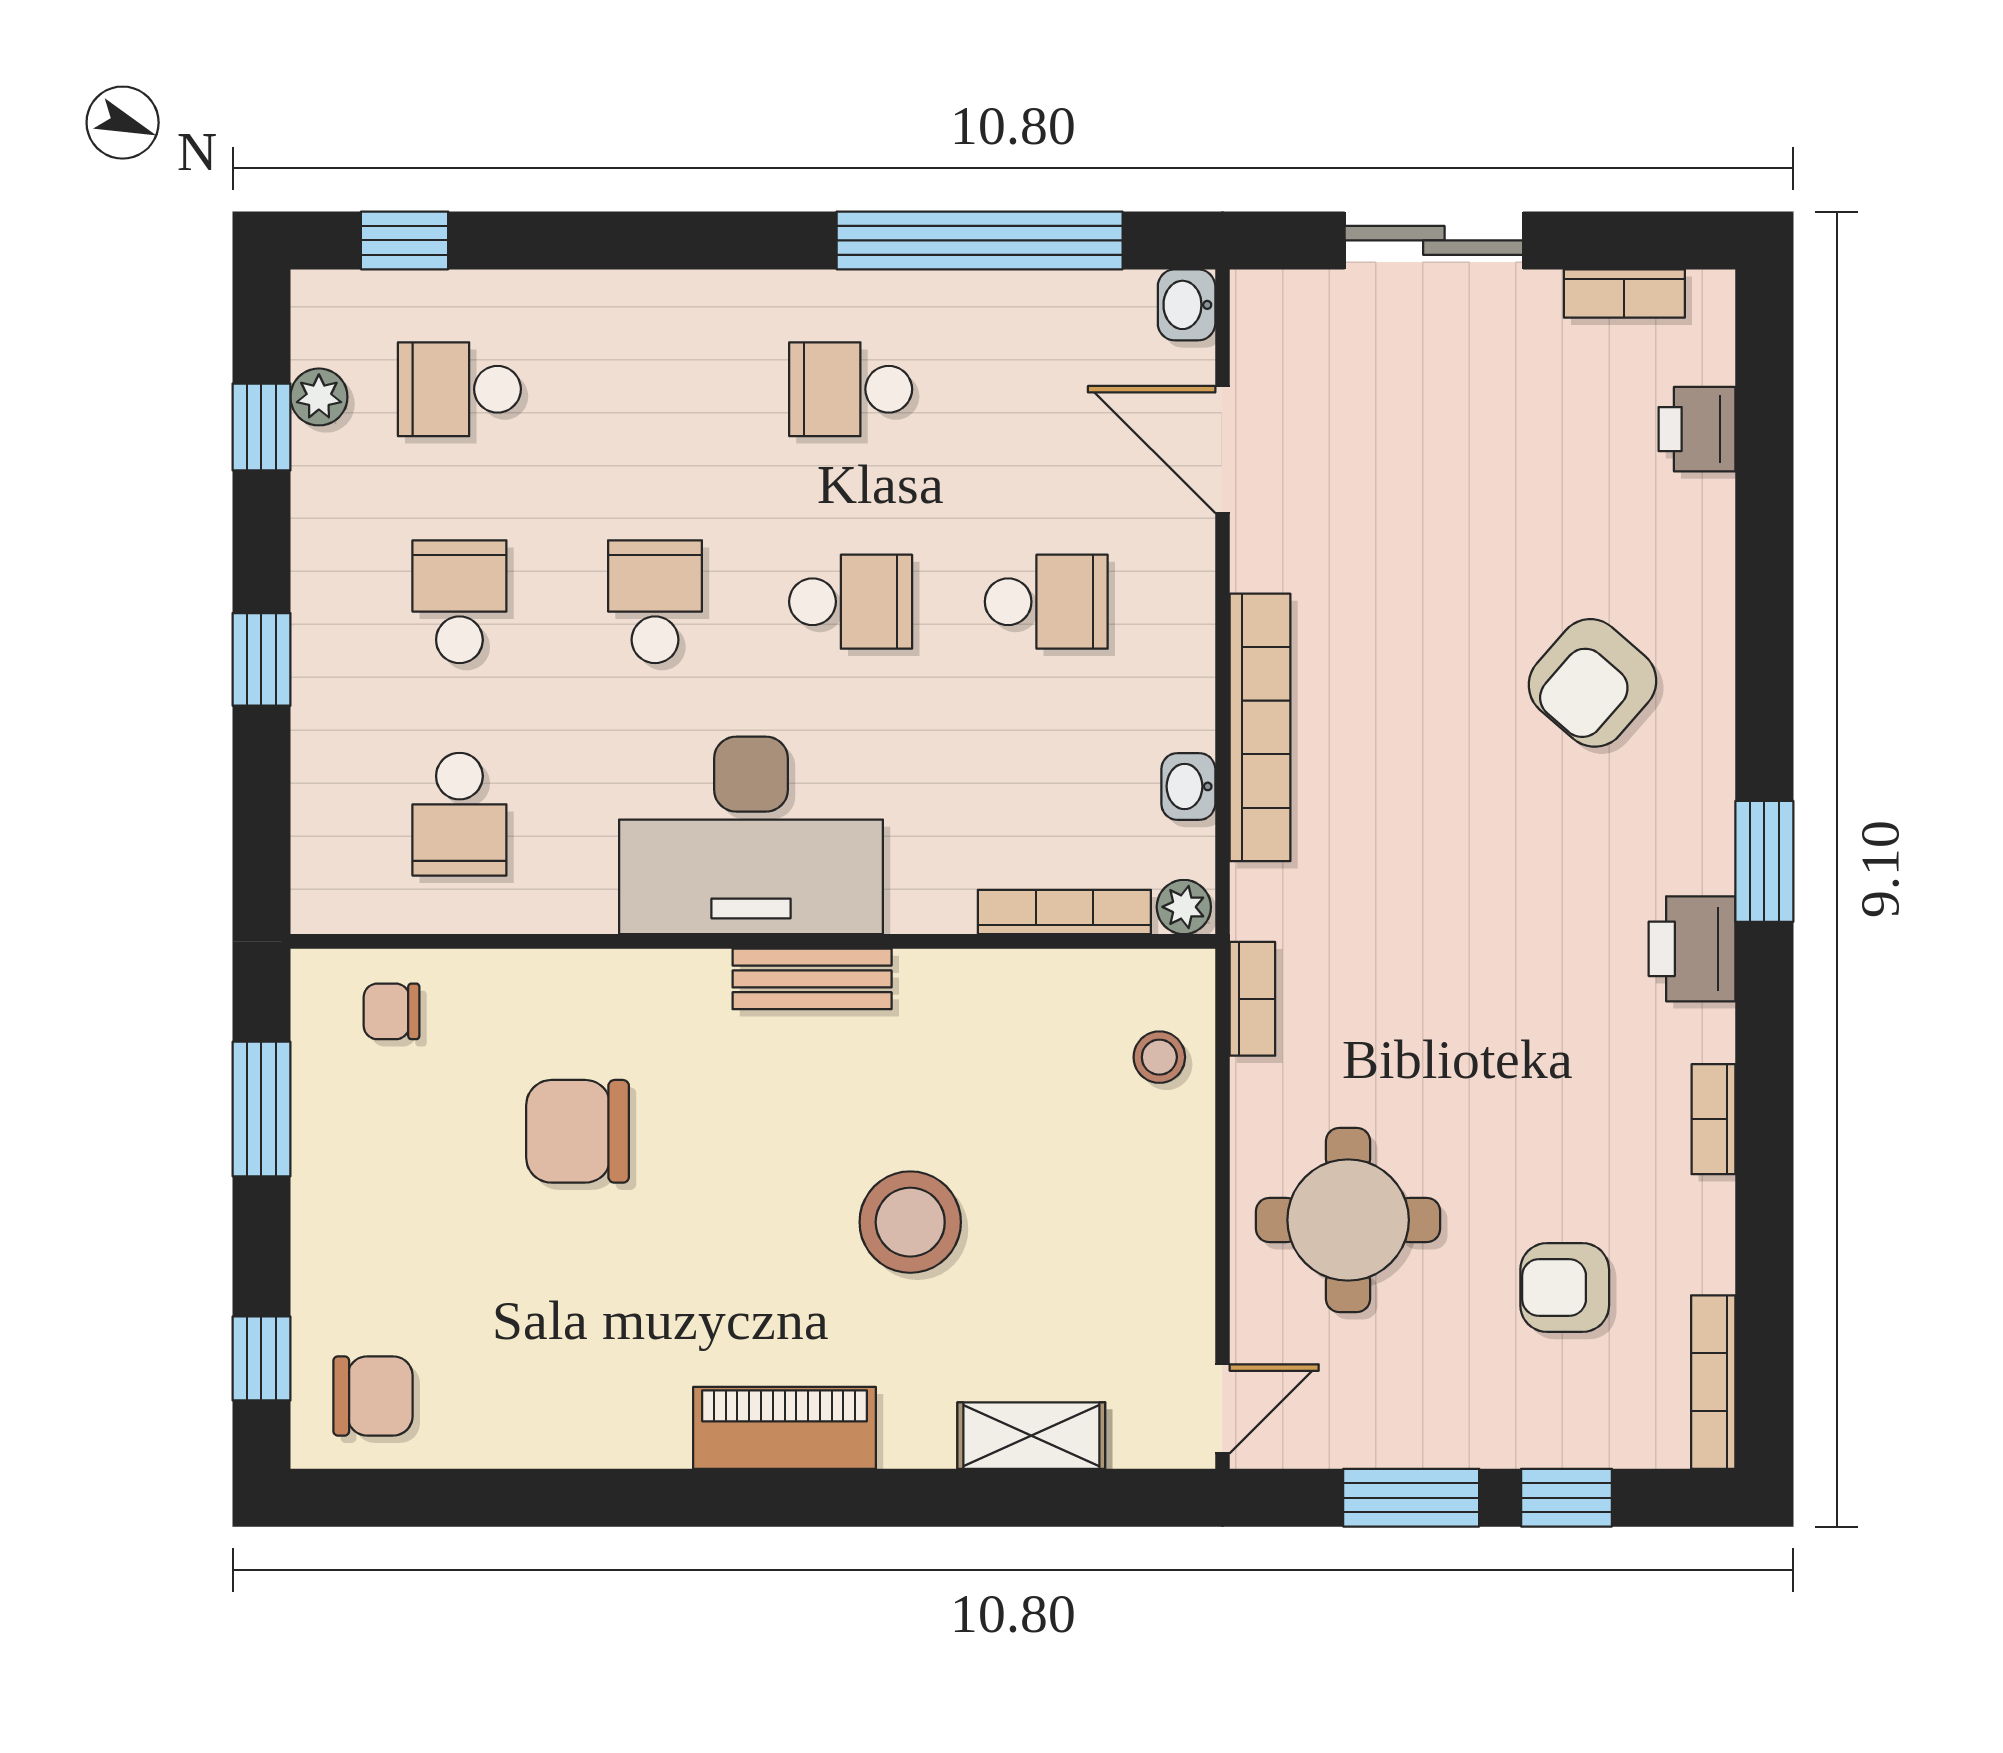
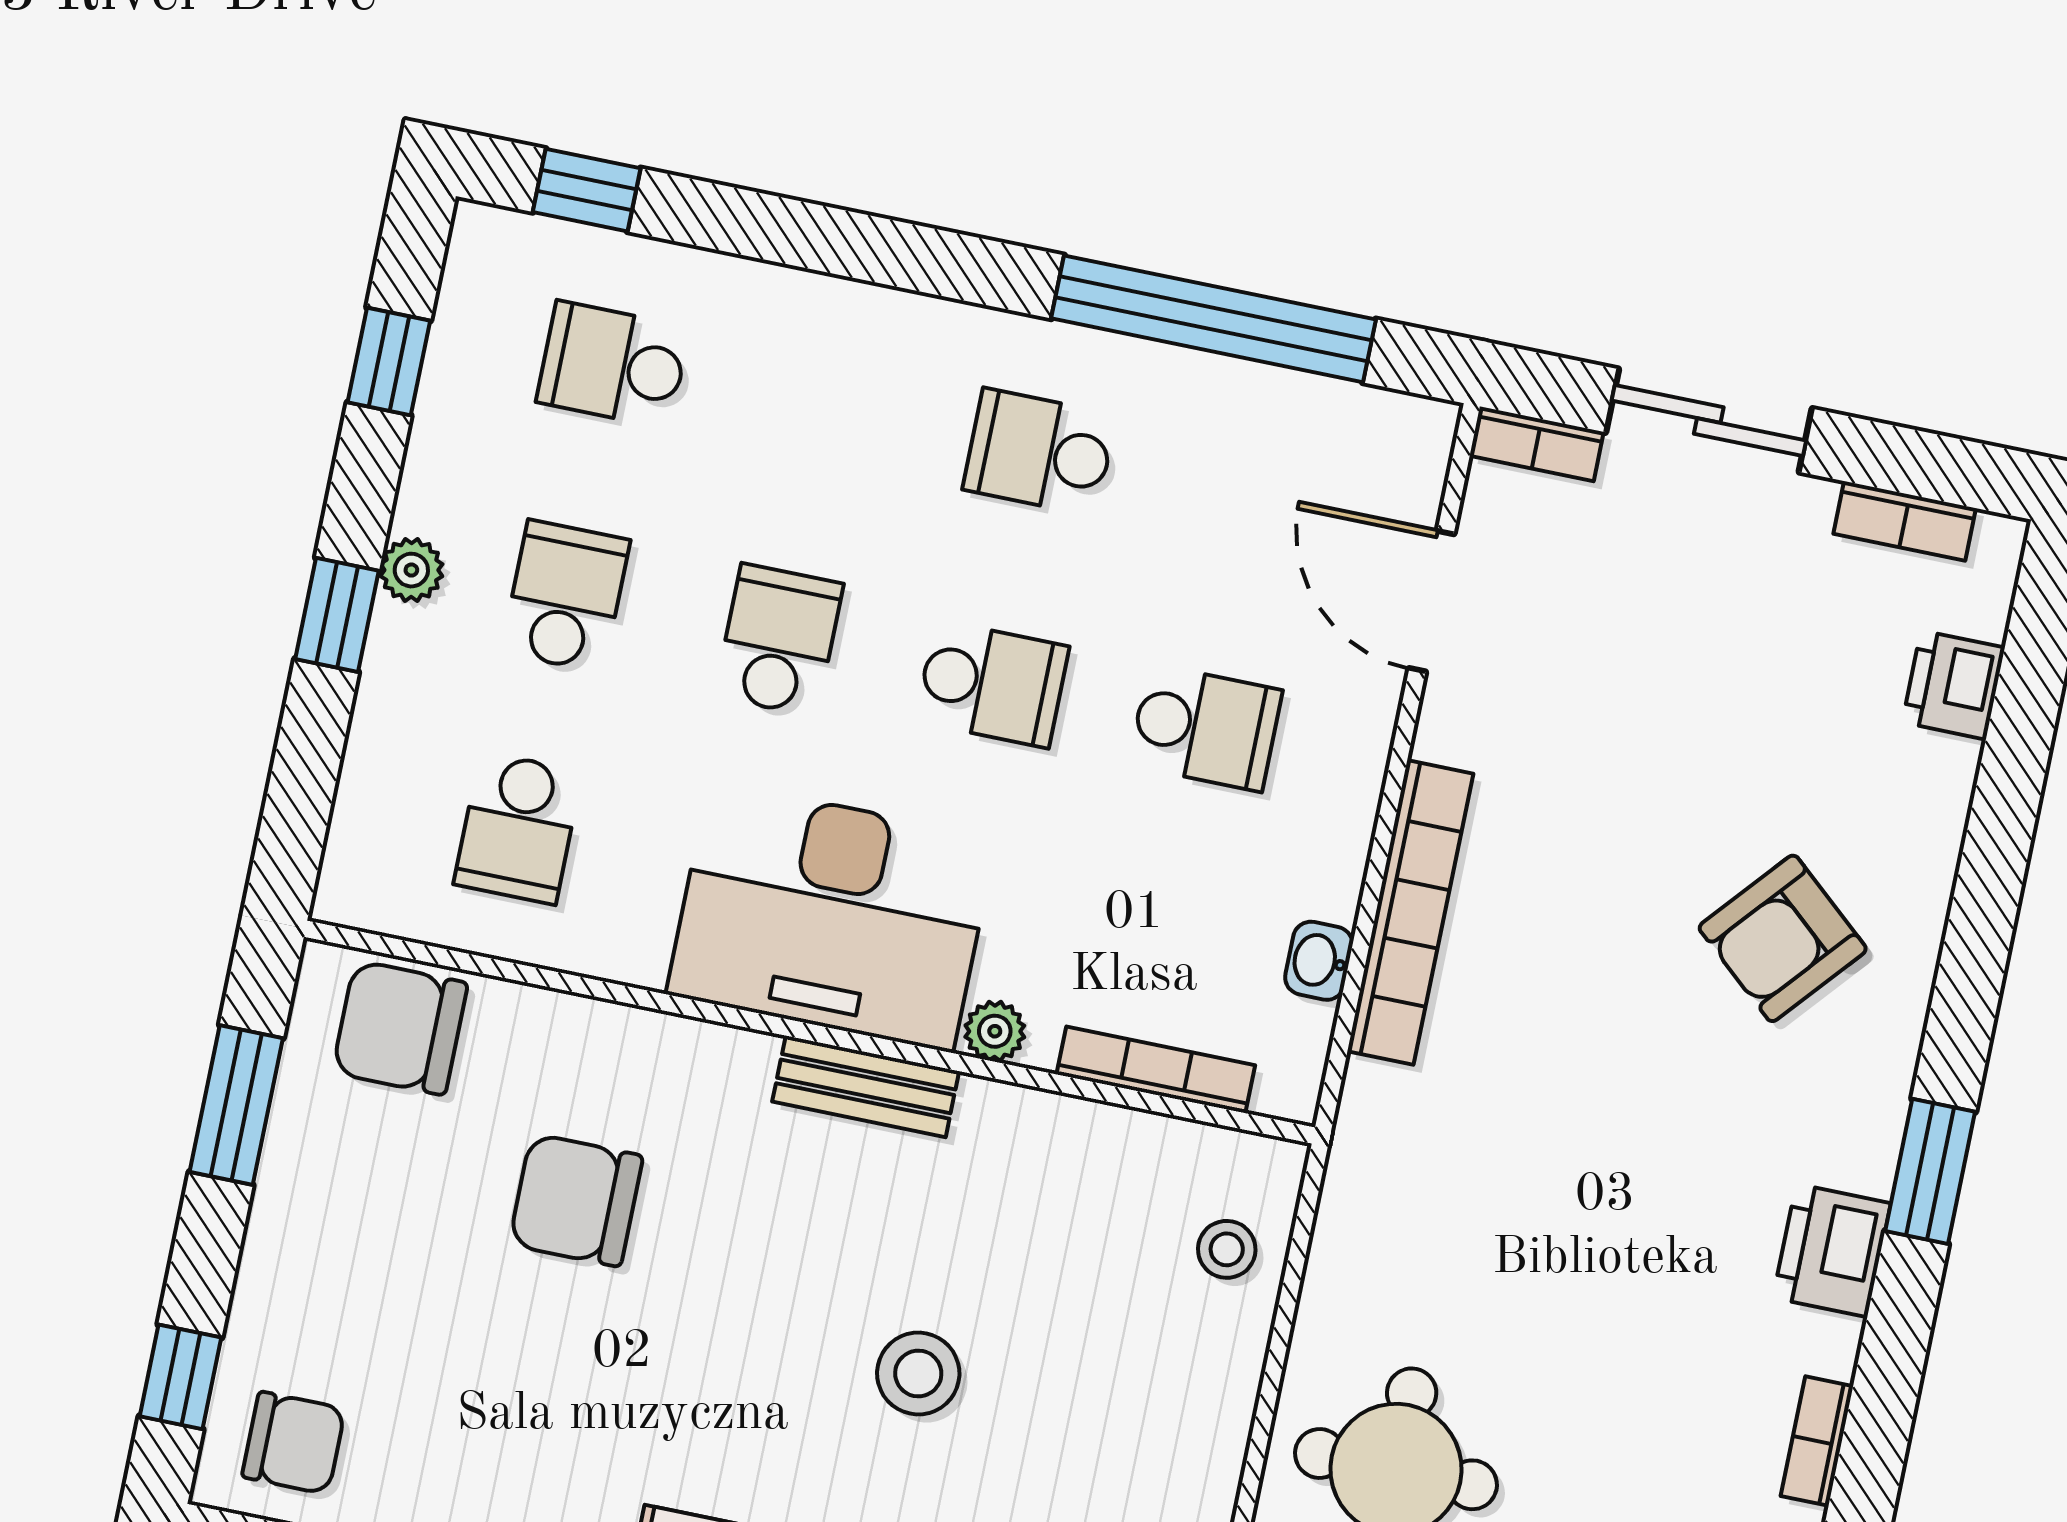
washbasin: (1187, 305) -> (1425, 435), removed
plant: (319, 397) -> (411, 570), moved
plant: (1184, 907) -> (995, 1031), moved
bookcase: (1252, 999) -> (1537, 444), moved, turned 90
chair: (392, 1011) -> (400, 1028), width x1.87, depth x1.87
stool: (910, 1222) -> (918, 1373), width x0.73, depth x0.73

